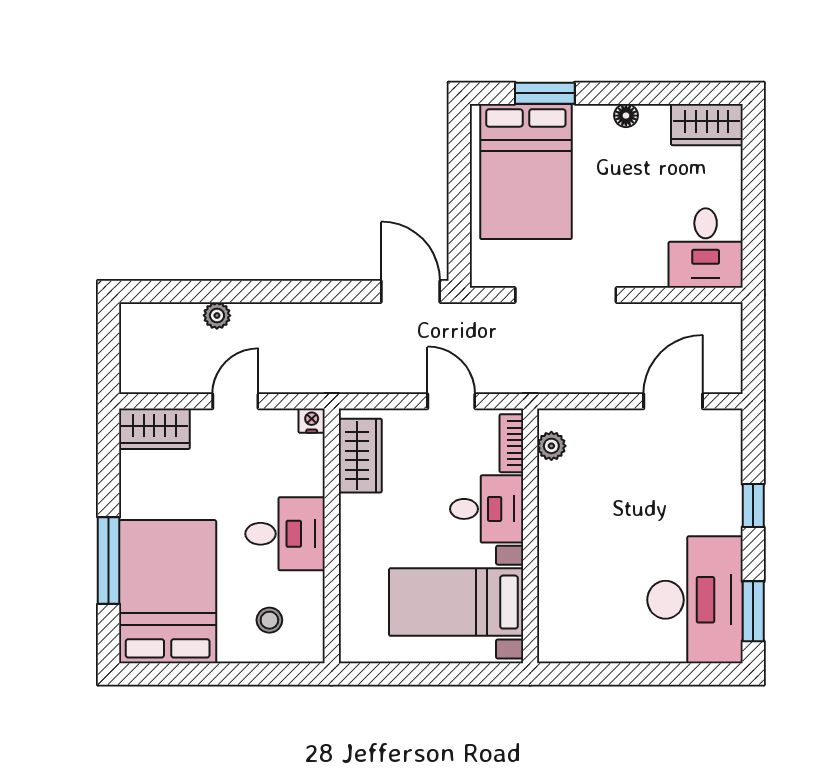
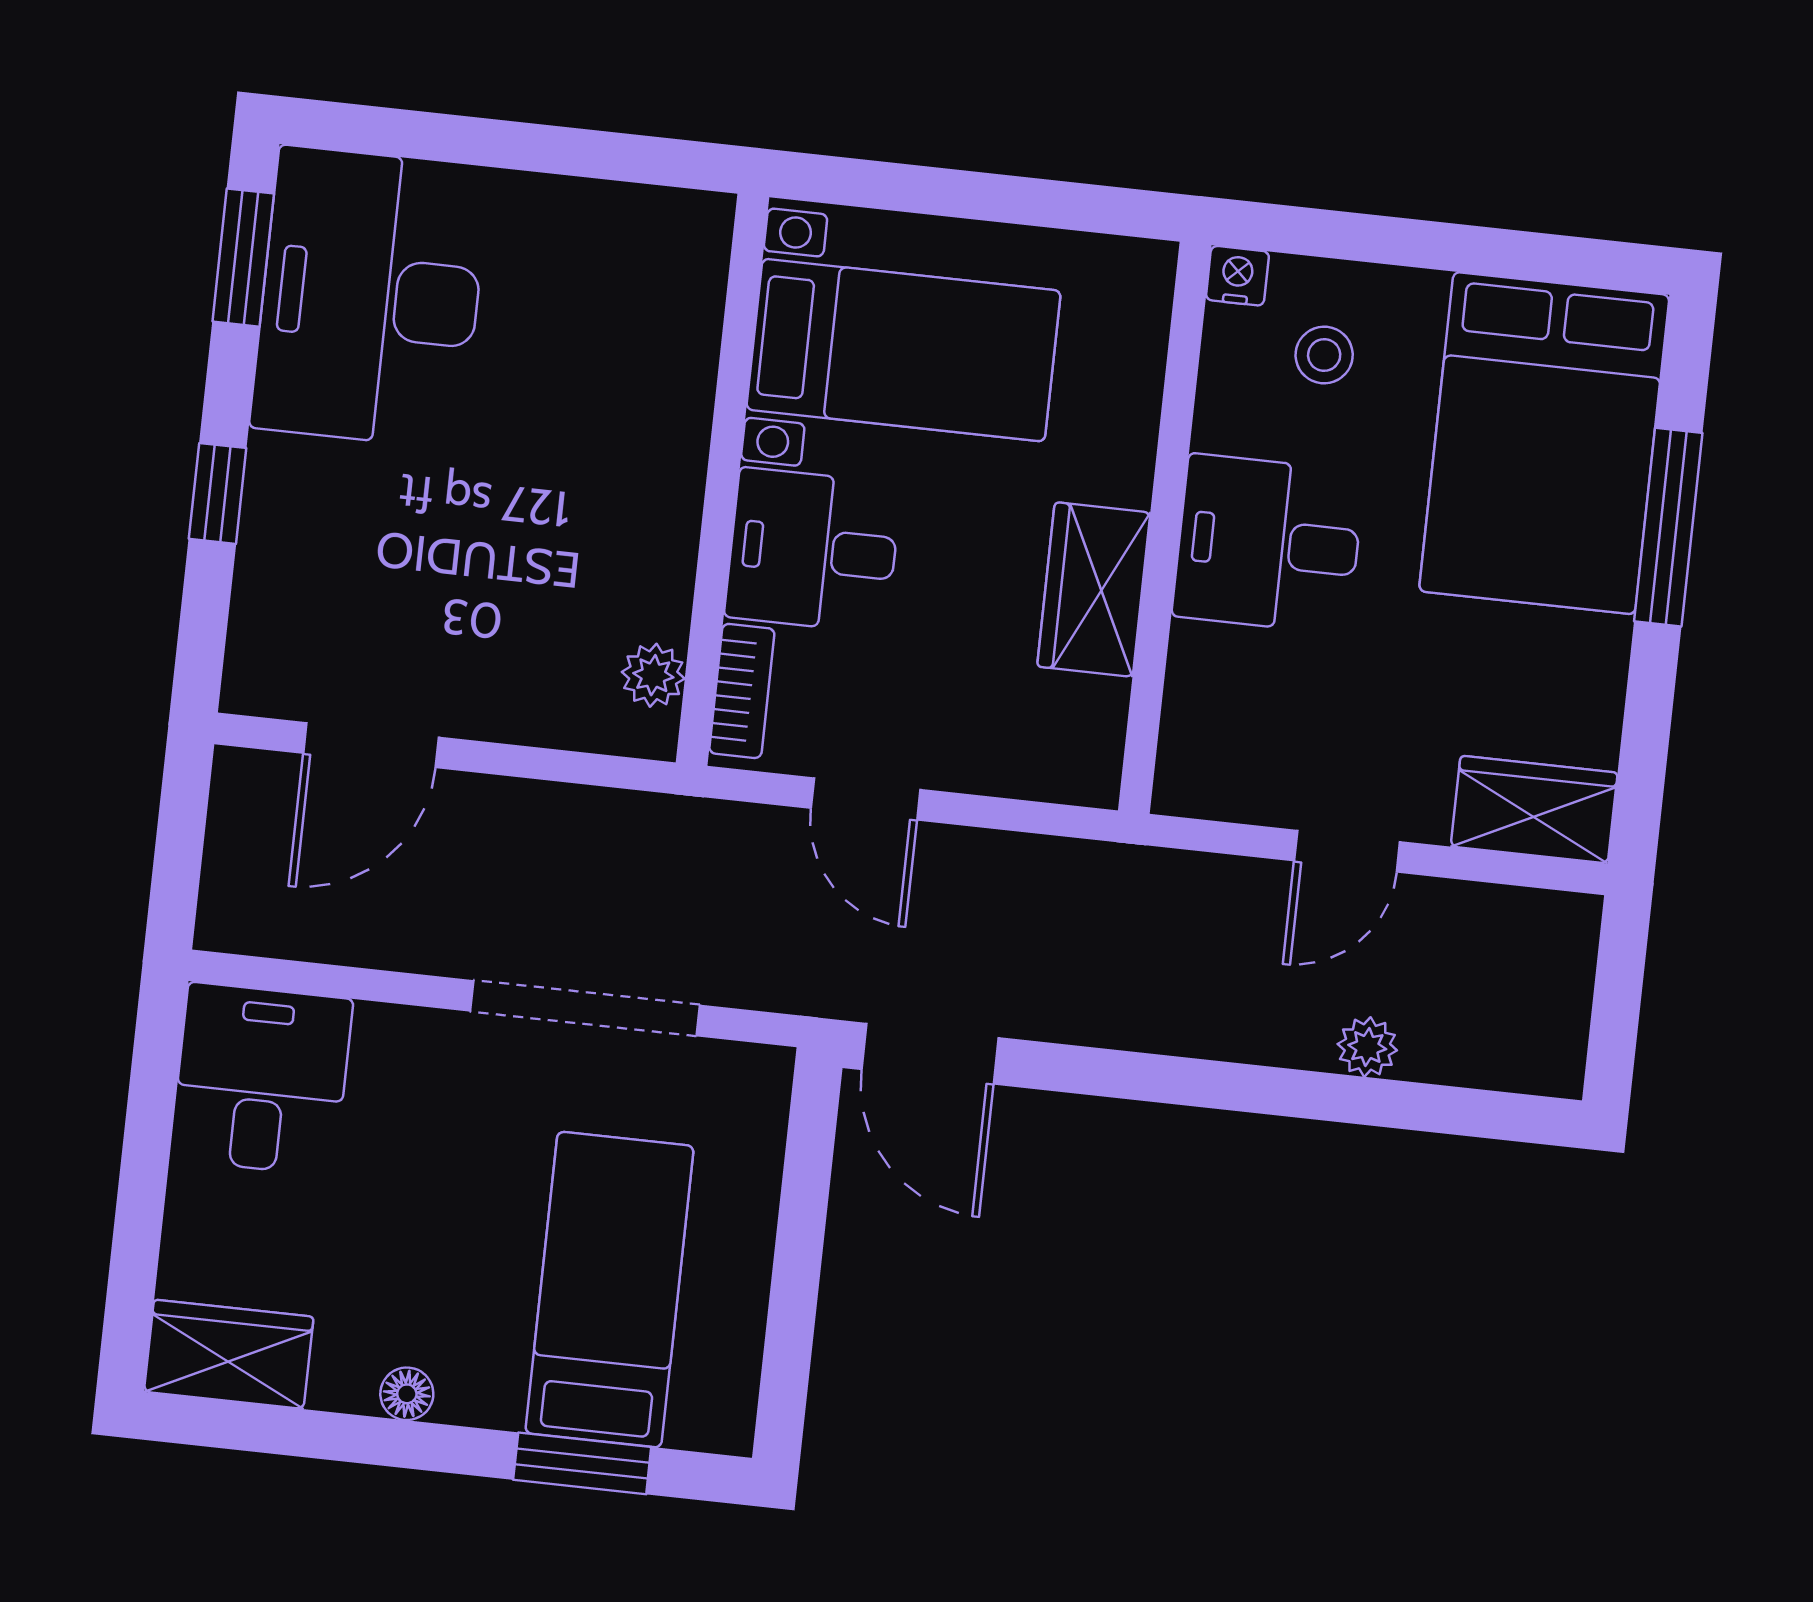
bed: (526, 171) -> (609, 1290), width x0.67
nightstand: (312, 421) -> (1237, 276), moved, turned 180
wardrobe: (360, 456) -> (1094, 590), moved

